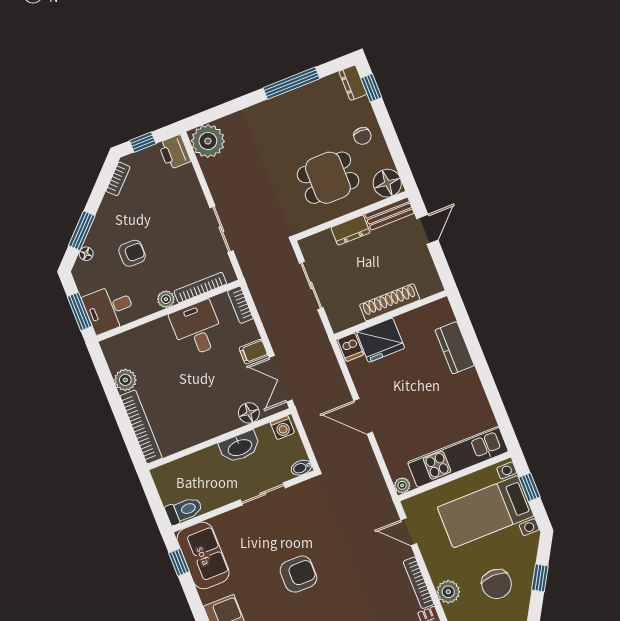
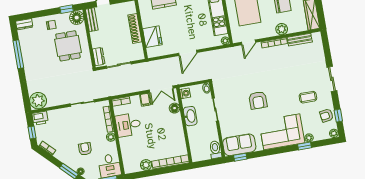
window: (371, 88) -> (67, 9), moved
dresser: (350, 230) -> (99, 57), moved
dishwasher: (351, 347) -> (153, 52), removed
armchair: (298, 574) -> (258, 100), turned 180

